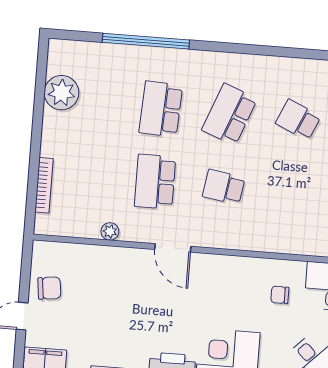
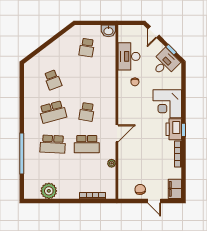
school desk: (229, 114) -> (53, 112), turned -36
school desk: (298, 120) -> (53, 80), turned -45

